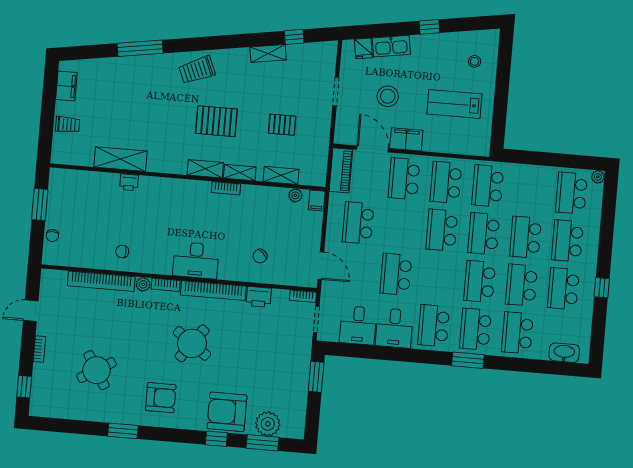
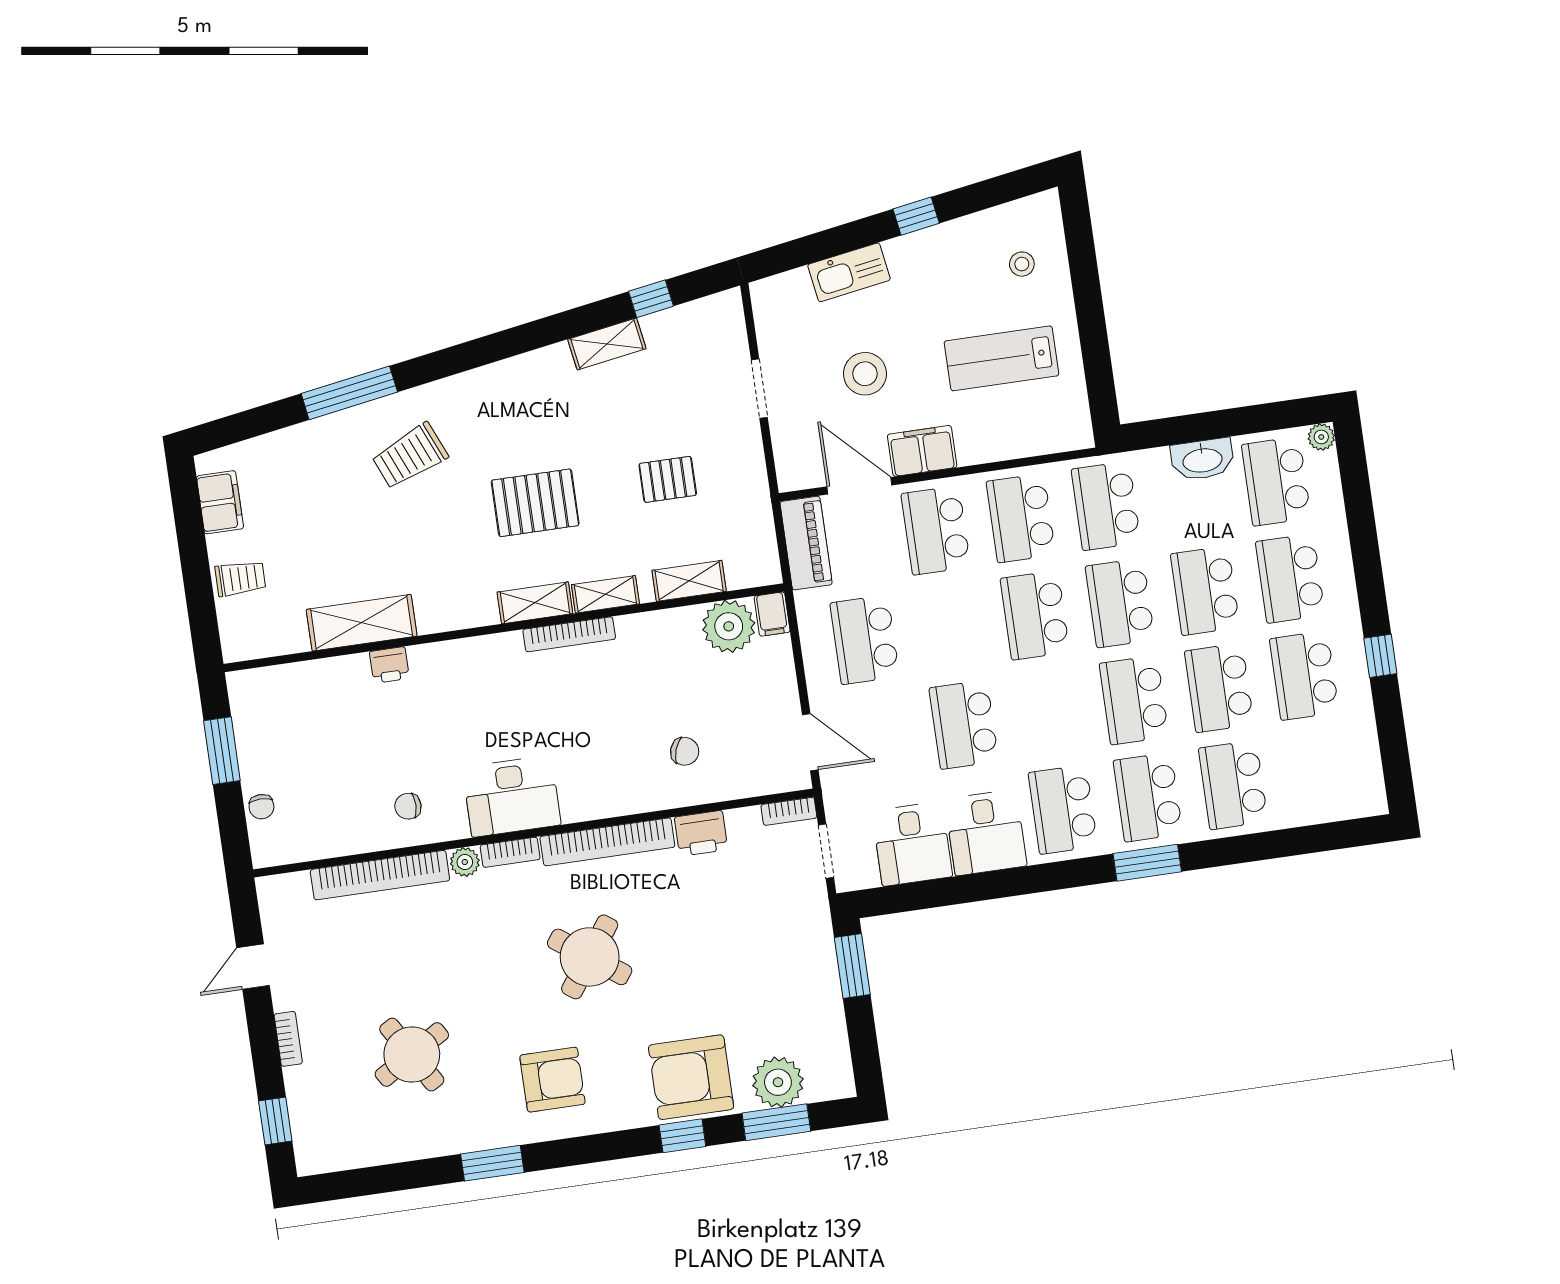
fridge: (363, 48) -> (794, 290), removed
trolley: (197, 70) -> (410, 456), moved
bookcase: (226, 188) -> (569, 634), width x1.56
plant: (295, 195) -> (729, 626), width x1.88, depth x1.88
chair: (260, 256) -> (685, 751), turned -113
desk: (196, 260) -> (512, 796), moved
washbasin: (564, 353) -> (1202, 459), moved, turned 180

